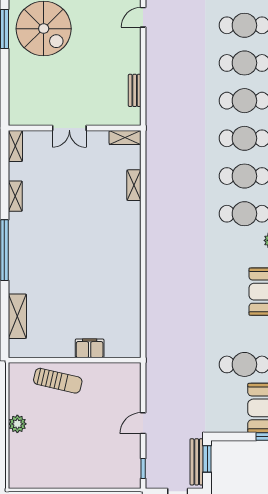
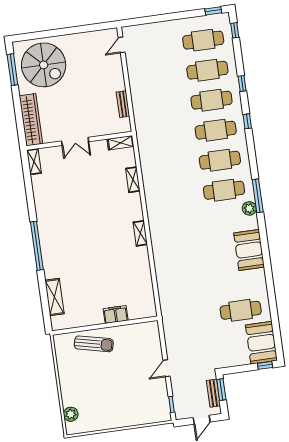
wardrobe: (19, 94) -> (31, 120), added
shelving: (15, 196) -> (140, 233), moved
plant: (17, 424) -> (71, 414), moved
bench: (197, 462) -> (213, 393), width x0.73

